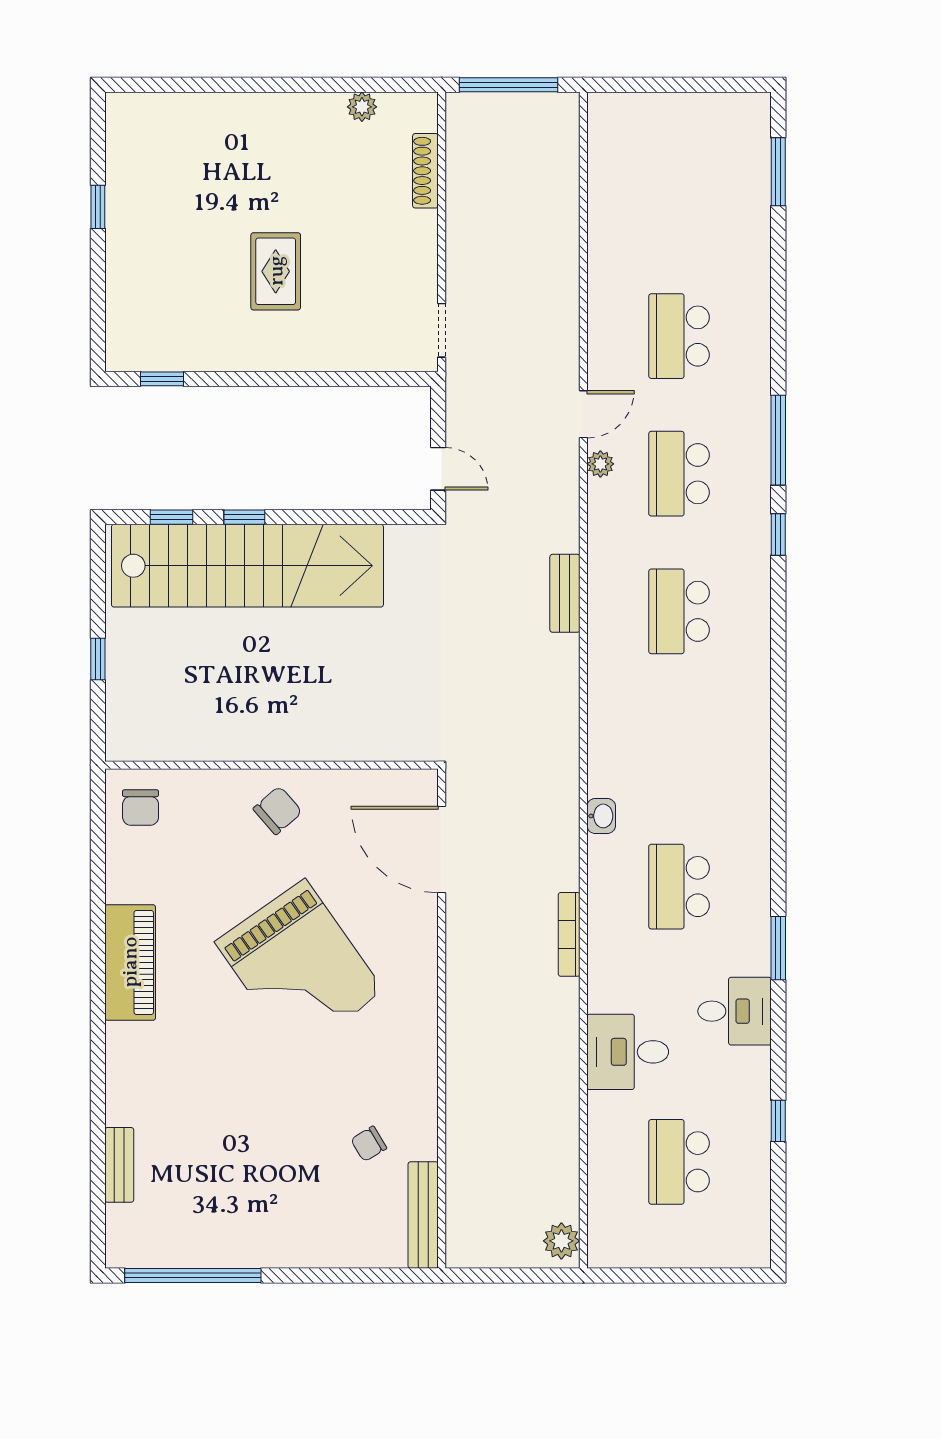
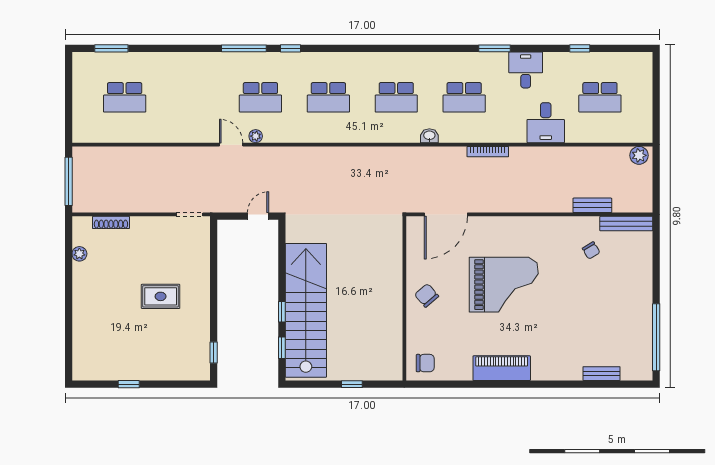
school desk: (679, 336) -> (125, 97), moved
bench: (565, 593) -> (592, 205), moved
school desk: (679, 749) -> (396, 97), added
grand piano: (300, 967) -> (504, 285), turned 35

